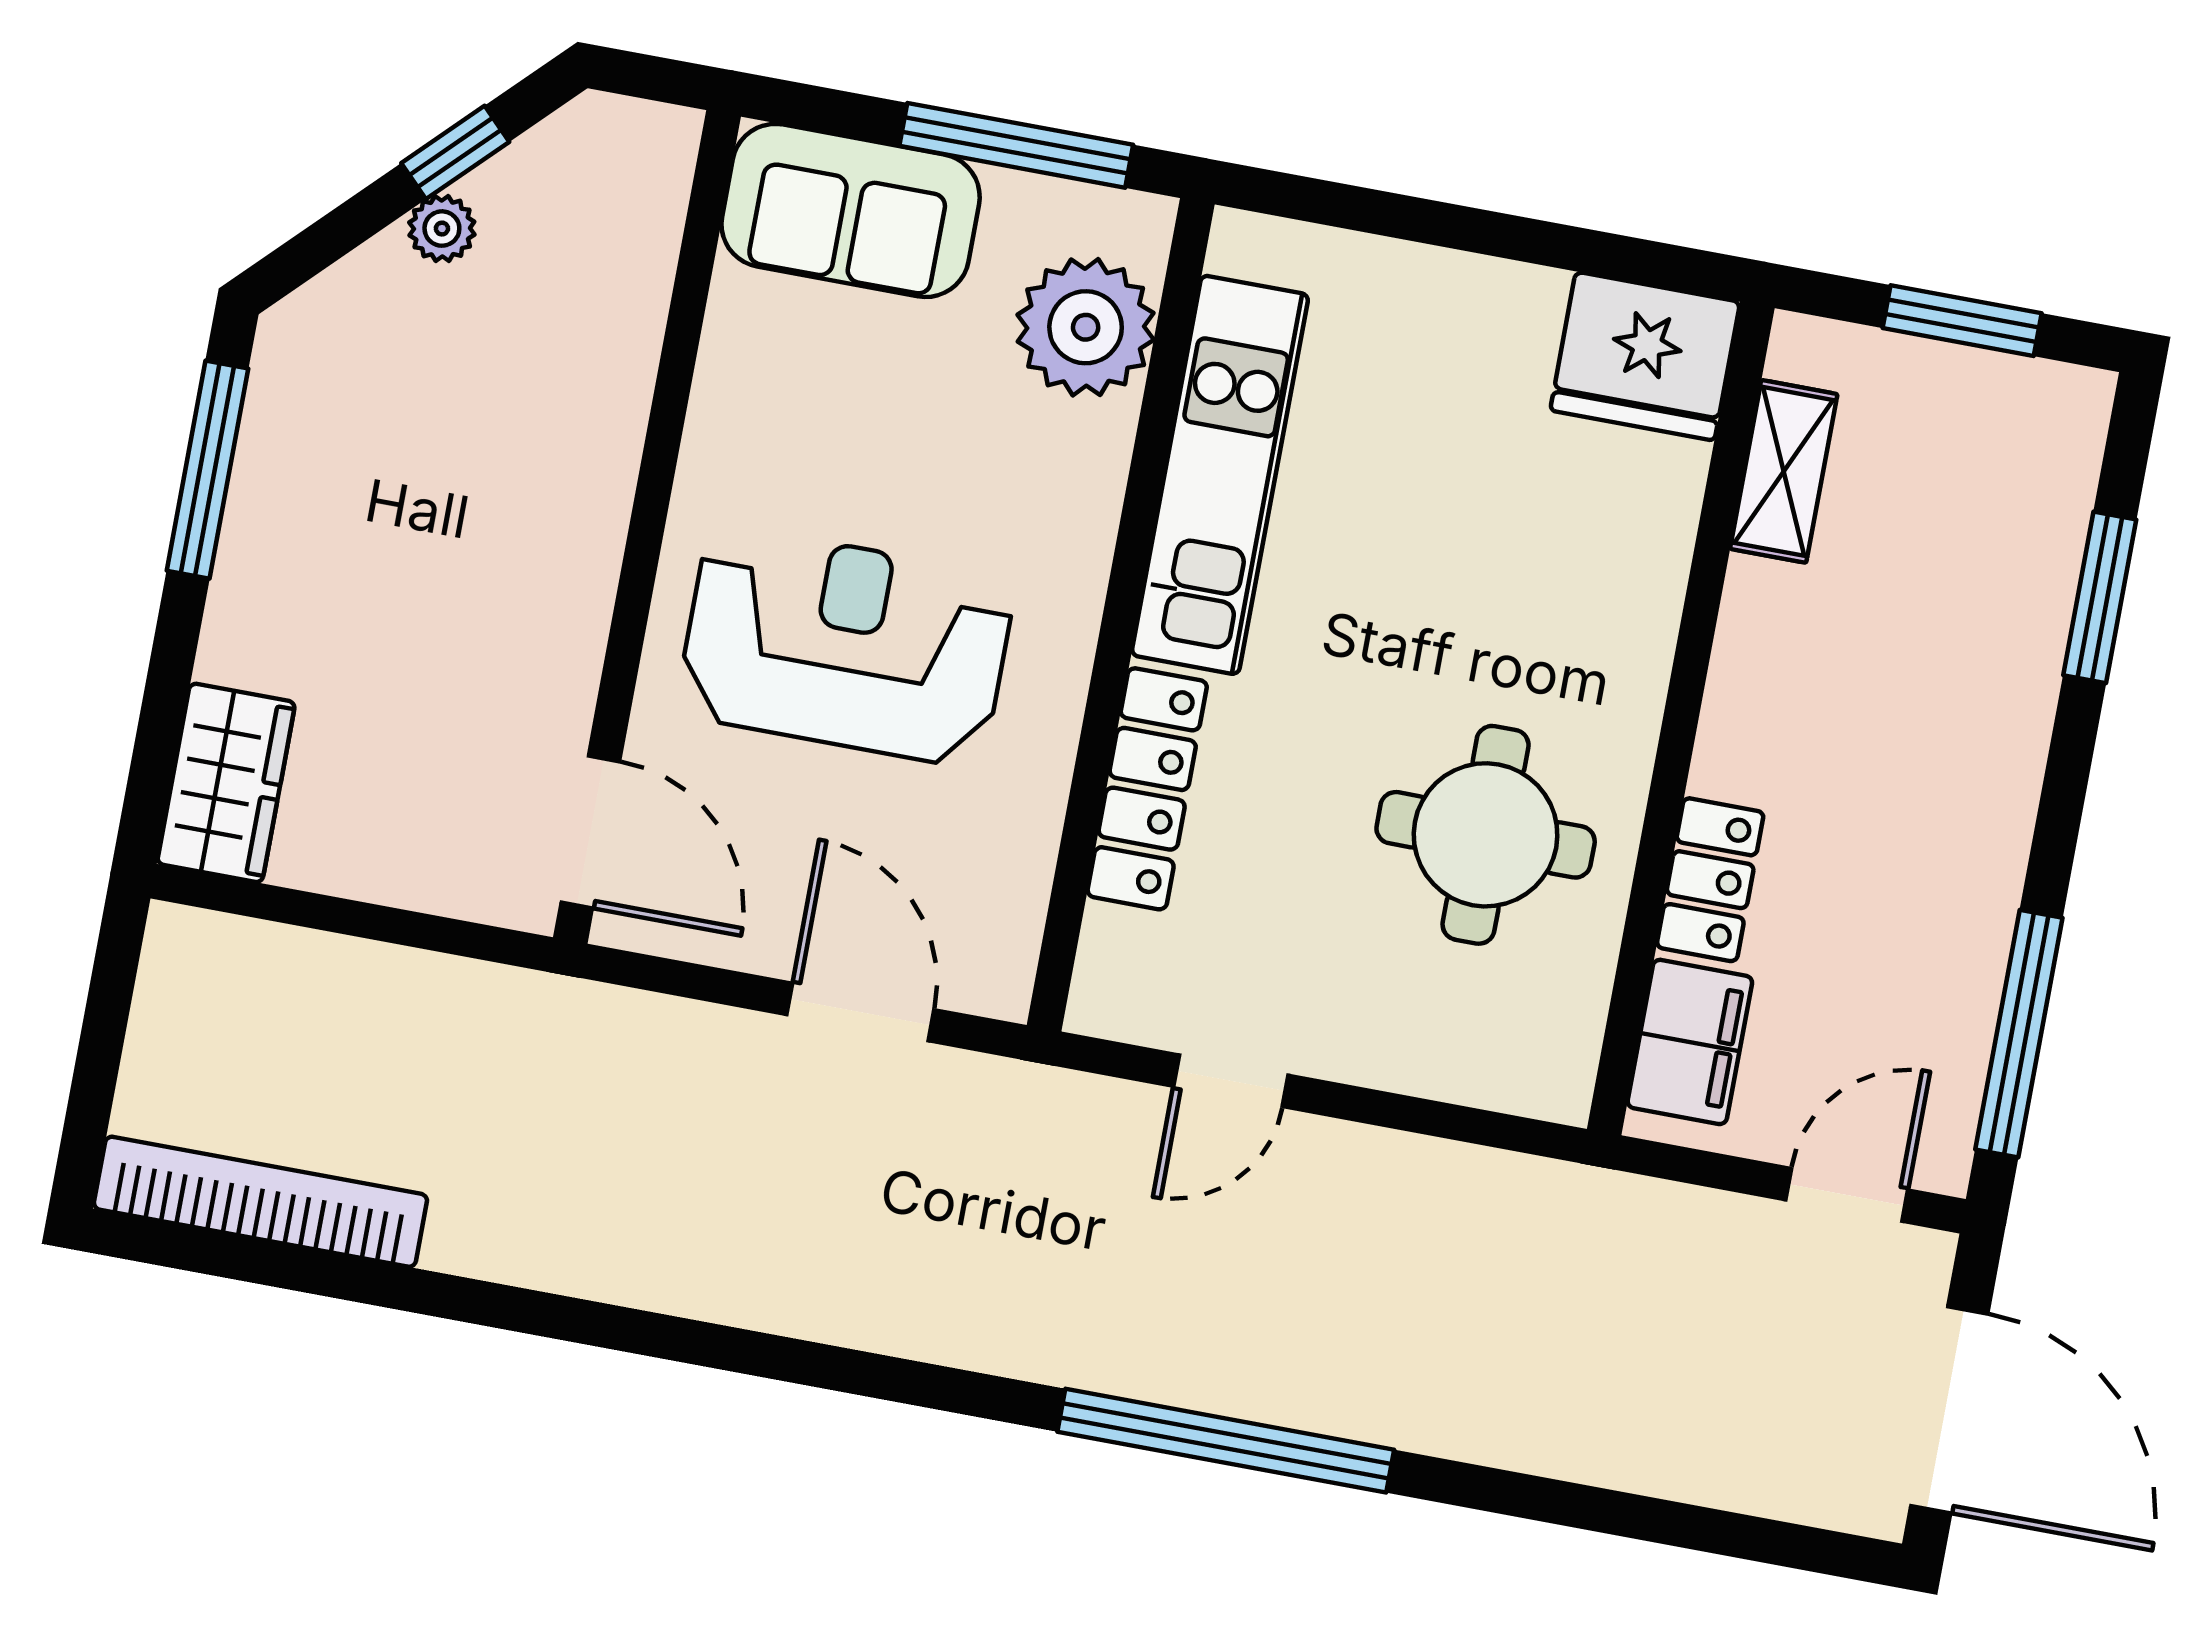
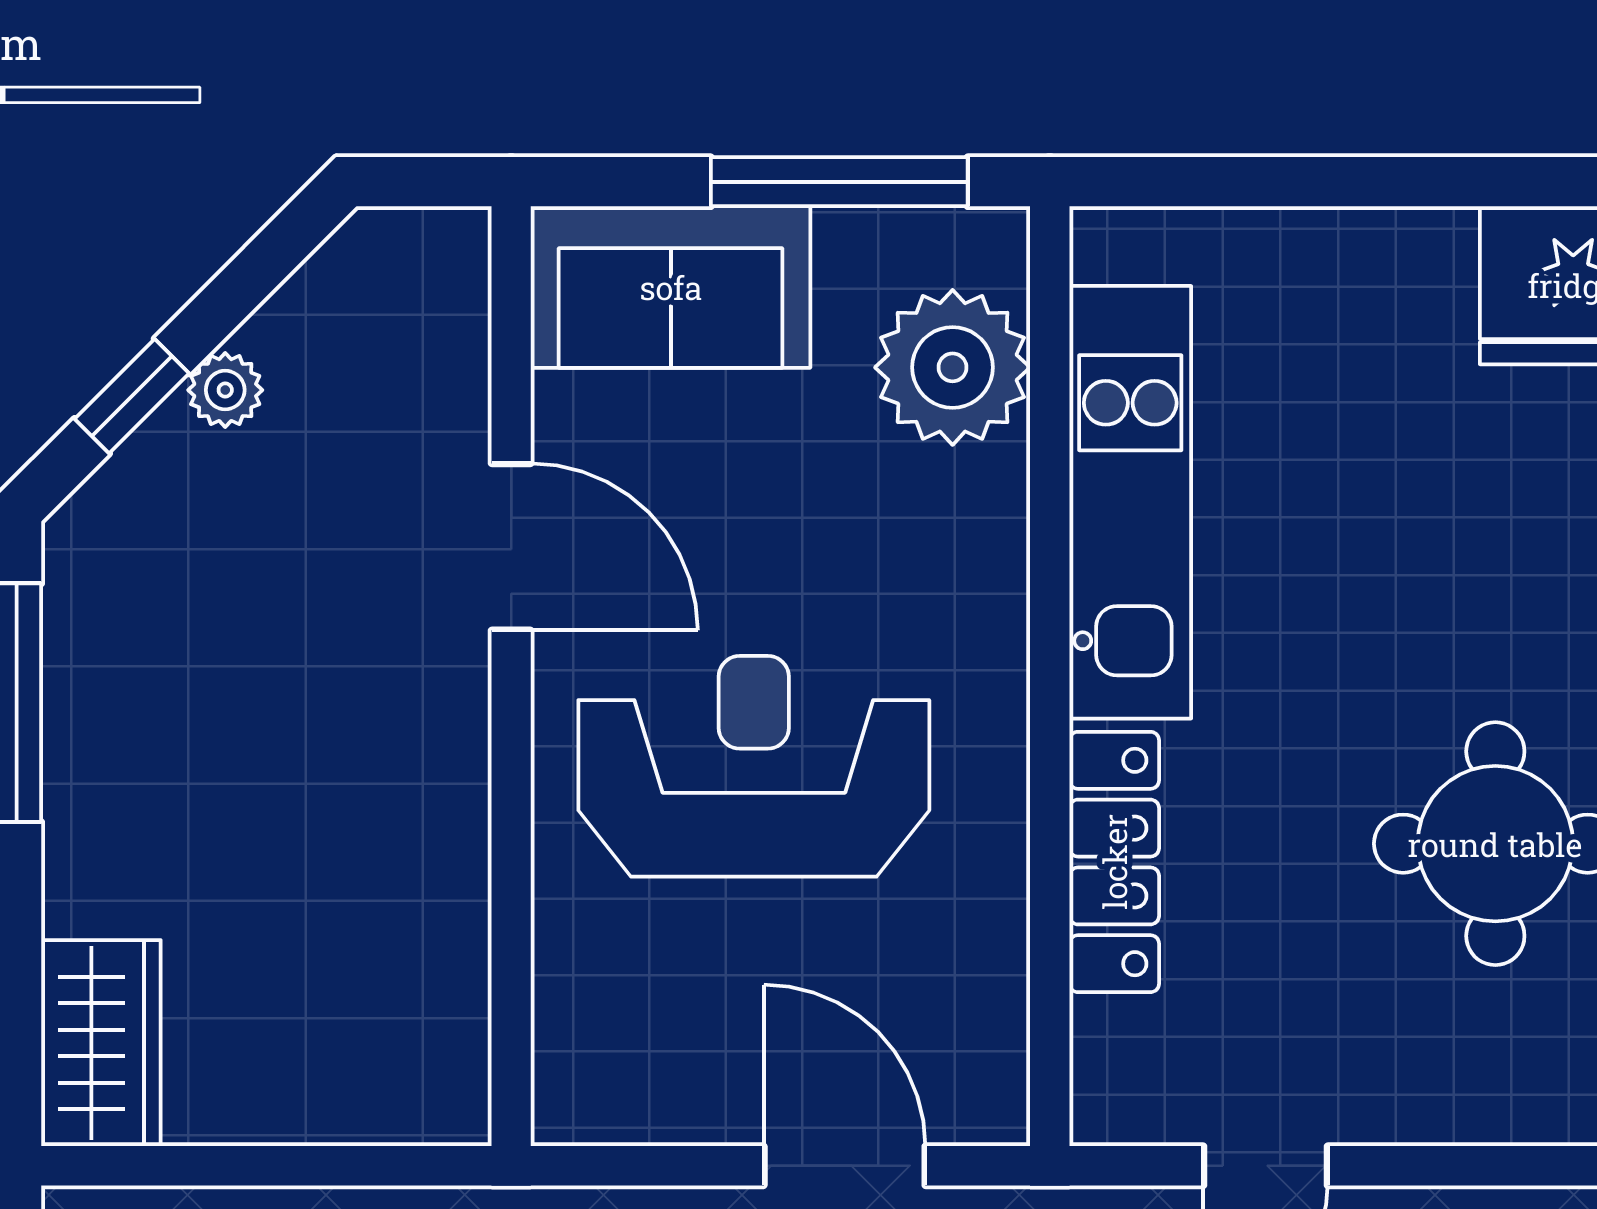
window: (455, 152) -> (132, 396), moved
door: (590, 832) -> (511, 547), moved

